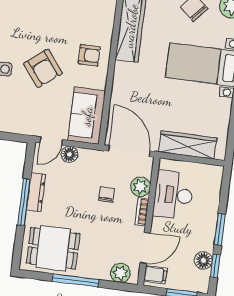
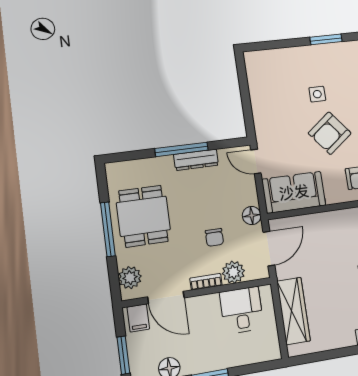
door: (129, 151) -> (269, 249), width x0.73
floor lamp: (69, 154) -> (252, 216), moved
chair: (107, 195) -> (214, 237), turned 90
desk: (173, 195) -> (242, 310), width x0.73
dining table: (53, 248) -> (143, 216), moved

